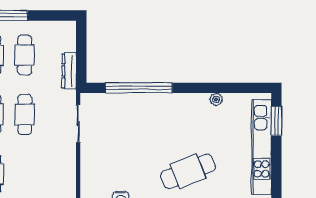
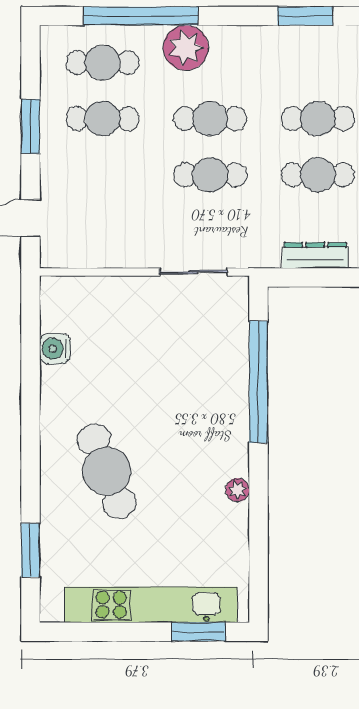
dresser: (69, 71) -> (315, 255), moved
plant: (216, 99) -> (238, 490), moved

